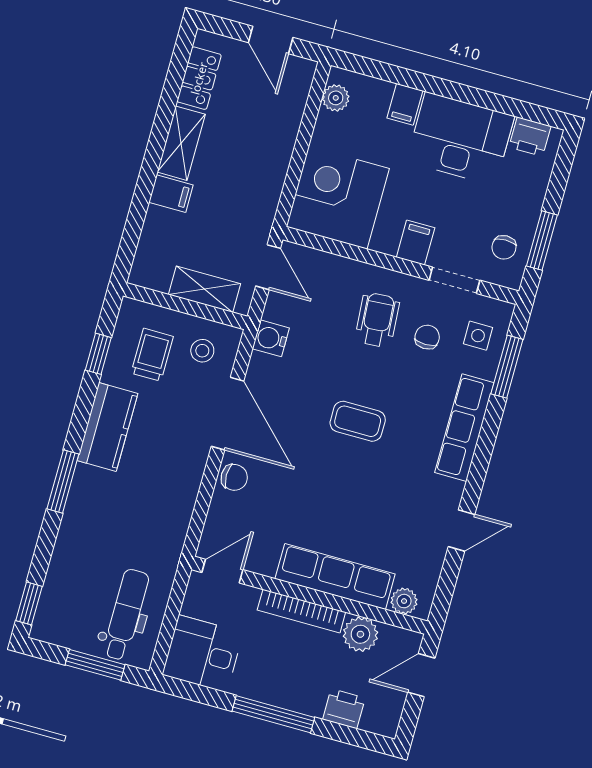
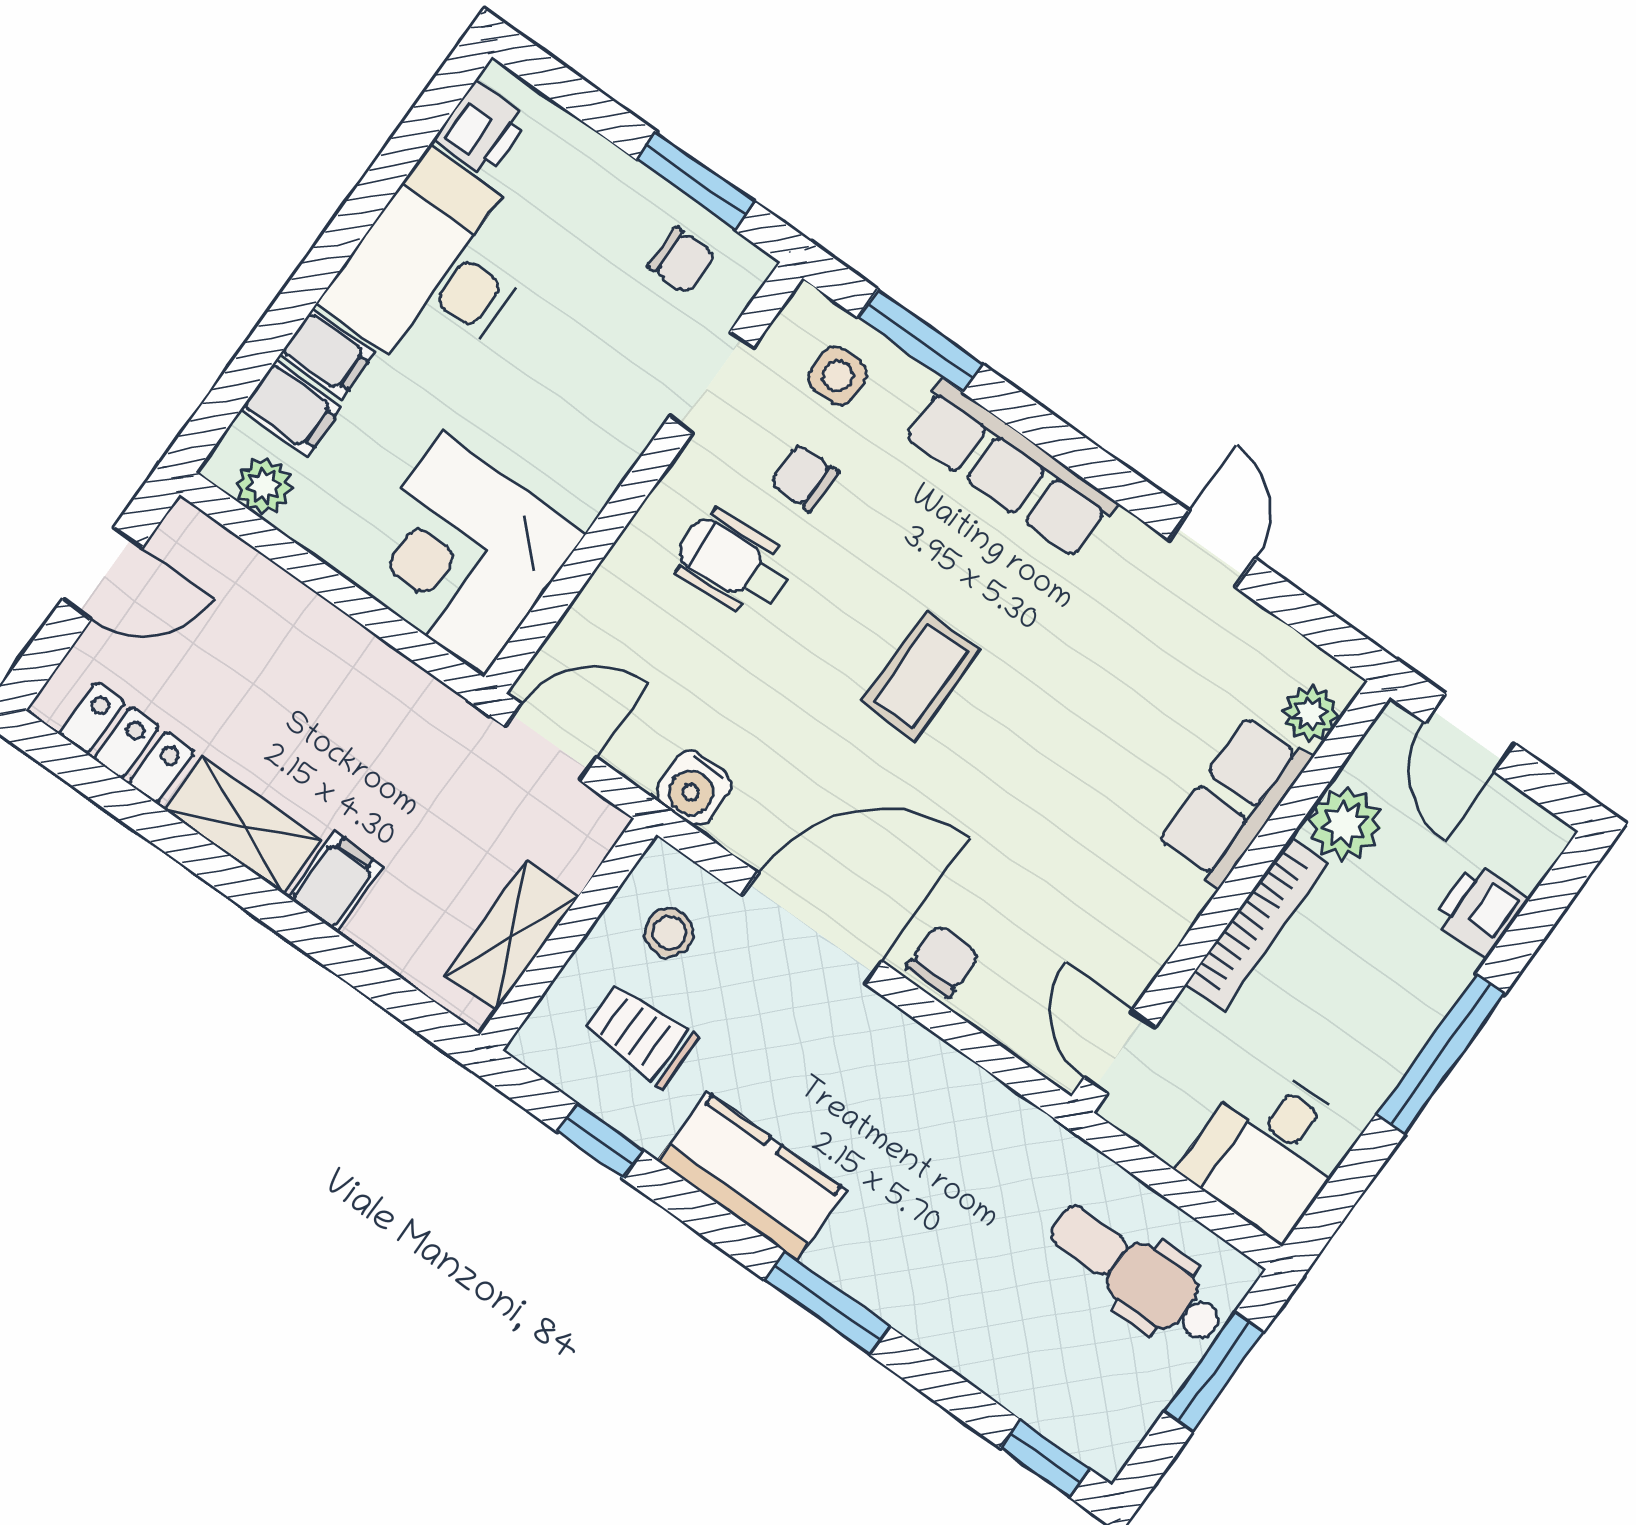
filing cabinet: (416, 243) -> (292, 408), moved, turned 180
shelving: (204, 289) -> (511, 936), moved
row of seats: (335, 576) -> (1235, 801), width x0.68

